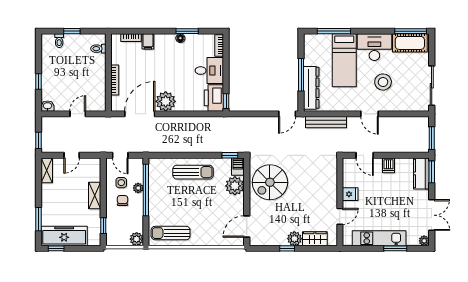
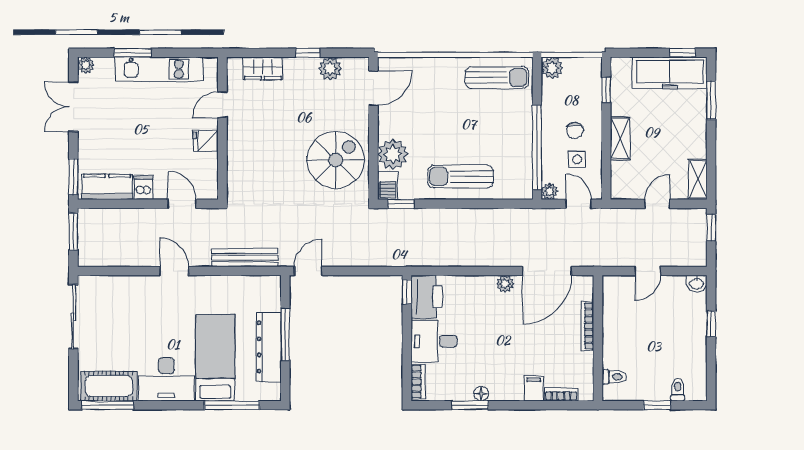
stool: (383, 82) -> (152, 323), removed
dresser: (311, 88) -> (269, 347), moved
plant: (166, 101) -> (505, 284), width x0.53, depth x0.53
kitchen counter: (421, 173) -> (107, 187), moved, turned -90
plant: (138, 188) -> (549, 191), moved
plant: (294, 239) -> (330, 69), moved

